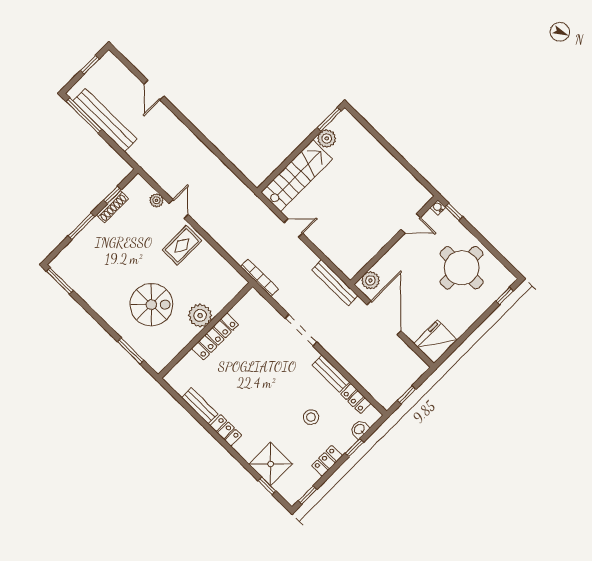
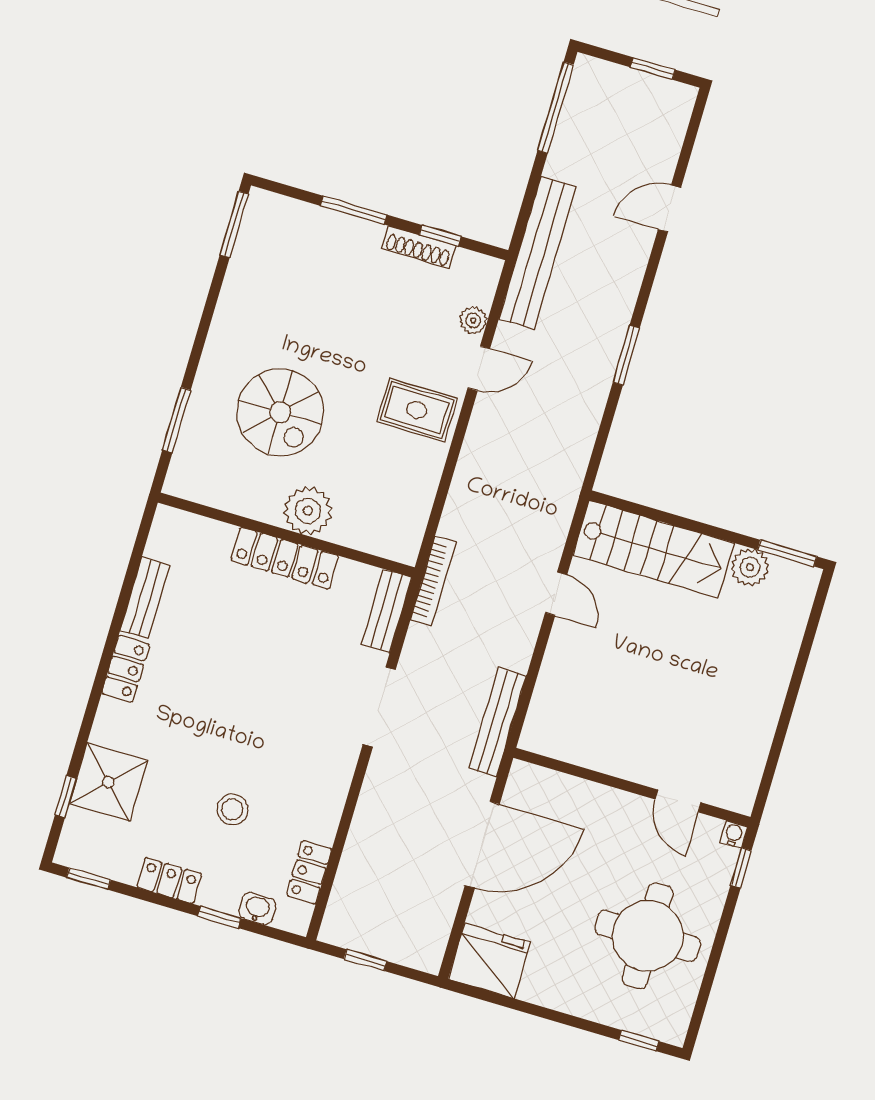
bench: (105, 120) -> (538, 253), moved
window: (207, 143) -> (626, 355), added
plant: (370, 280) -> (536, 784), removed
bench: (331, 374) -> (387, 611), moved

